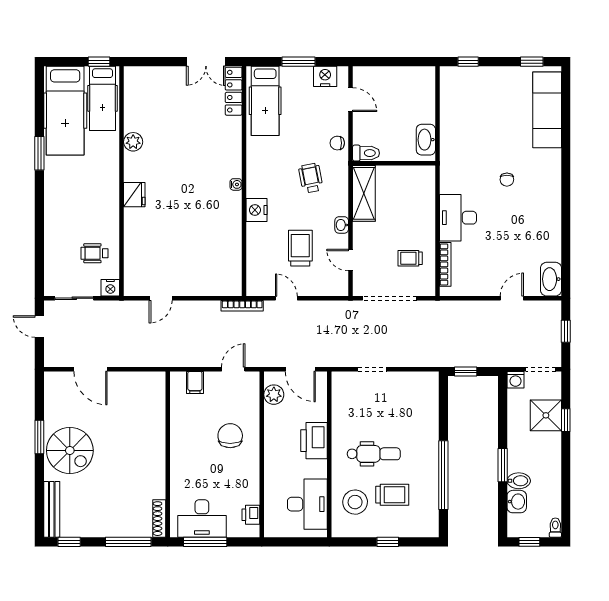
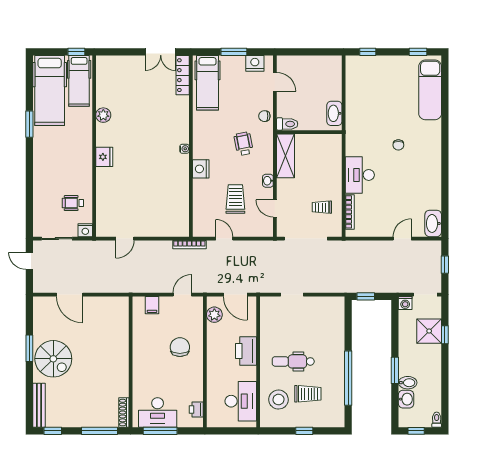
dental chair: (374, 454) -> (293, 361), turned 180

